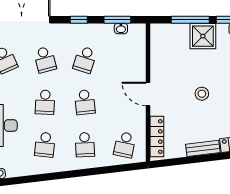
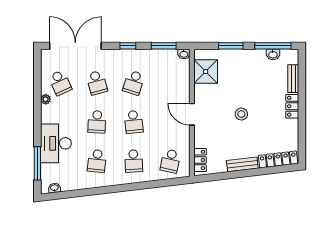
window: (190, 20) -> (231, 46), width x0.69
washbasin: (121, 29) -> (184, 54), moved
shower: (203, 36) -> (206, 72), moved
locker: (157, 137) -> (200, 160), width x0.66

